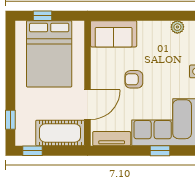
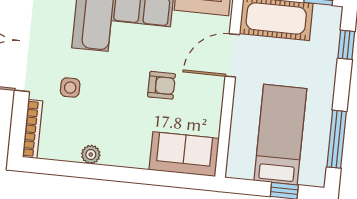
bed: (49, 54) -> (280, 135), width x0.67
window: (10, 55) -> (337, 139), added

